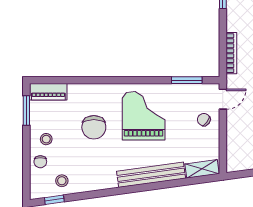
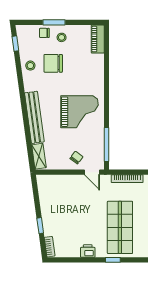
window: (187, 80) -> (106, 145), width x1.44
window: (26, 111) -> (54, 22), moved
chair: (94, 127) -> (53, 63), moved
stool: (62, 181) -> (30, 66), moved

